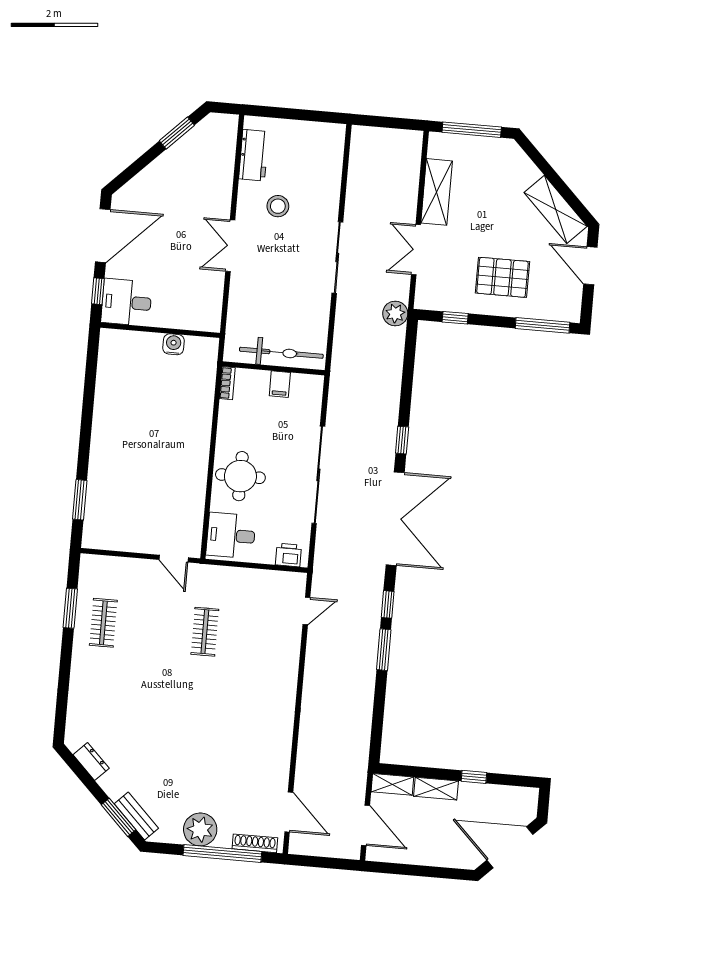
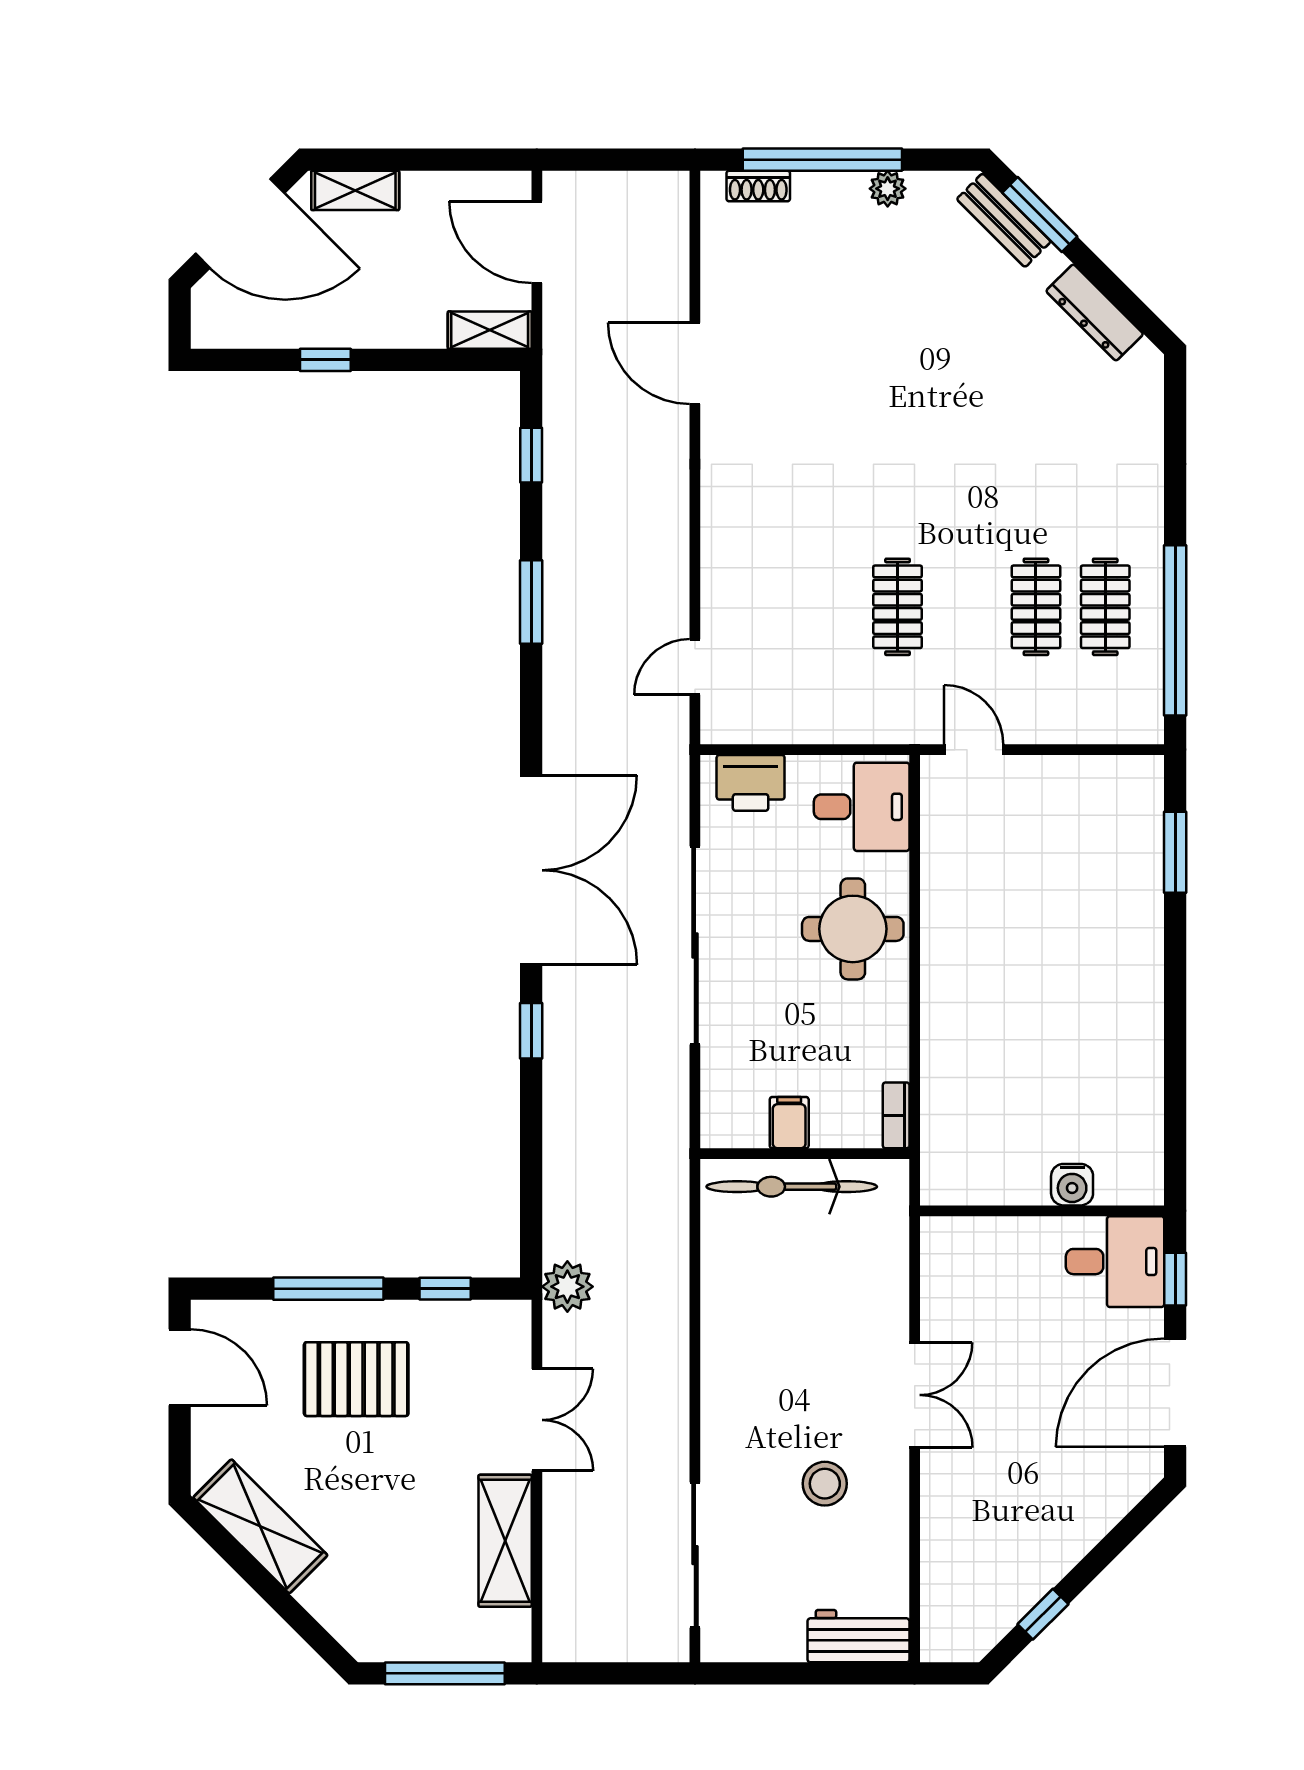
window: (177, 133) -> (1043, 1614), width x0.67
workbench: (254, 155) -> (858, 1636), moved, turned 90
sliding door: (337, 258) -> (695, 1555), moved
door: (590, 266) -> (180, 1367), moved
window: (543, 325) -> (328, 1289), moved
water cooler: (173, 344) -> (1072, 1185), moved
double door: (395, 519) -> (531, 870), swing flipped
printer: (288, 555) -> (751, 783), width x1.36, depth x1.24
window: (388, 604) -> (531, 455), moved
window: (70, 608) -> (1175, 630), width x2.11
clothes rail: (137, 626) -> (1036, 607), added
dresser: (91, 761) -> (1095, 313), width x1.44
shelving: (436, 789) -> (355, 190), moved
door: (289, 812) -> (695, 363), moved
plant: (200, 829) -> (888, 189), width x0.53, depth x0.53
shoe rack: (255, 843) -> (758, 186), width x0.70

